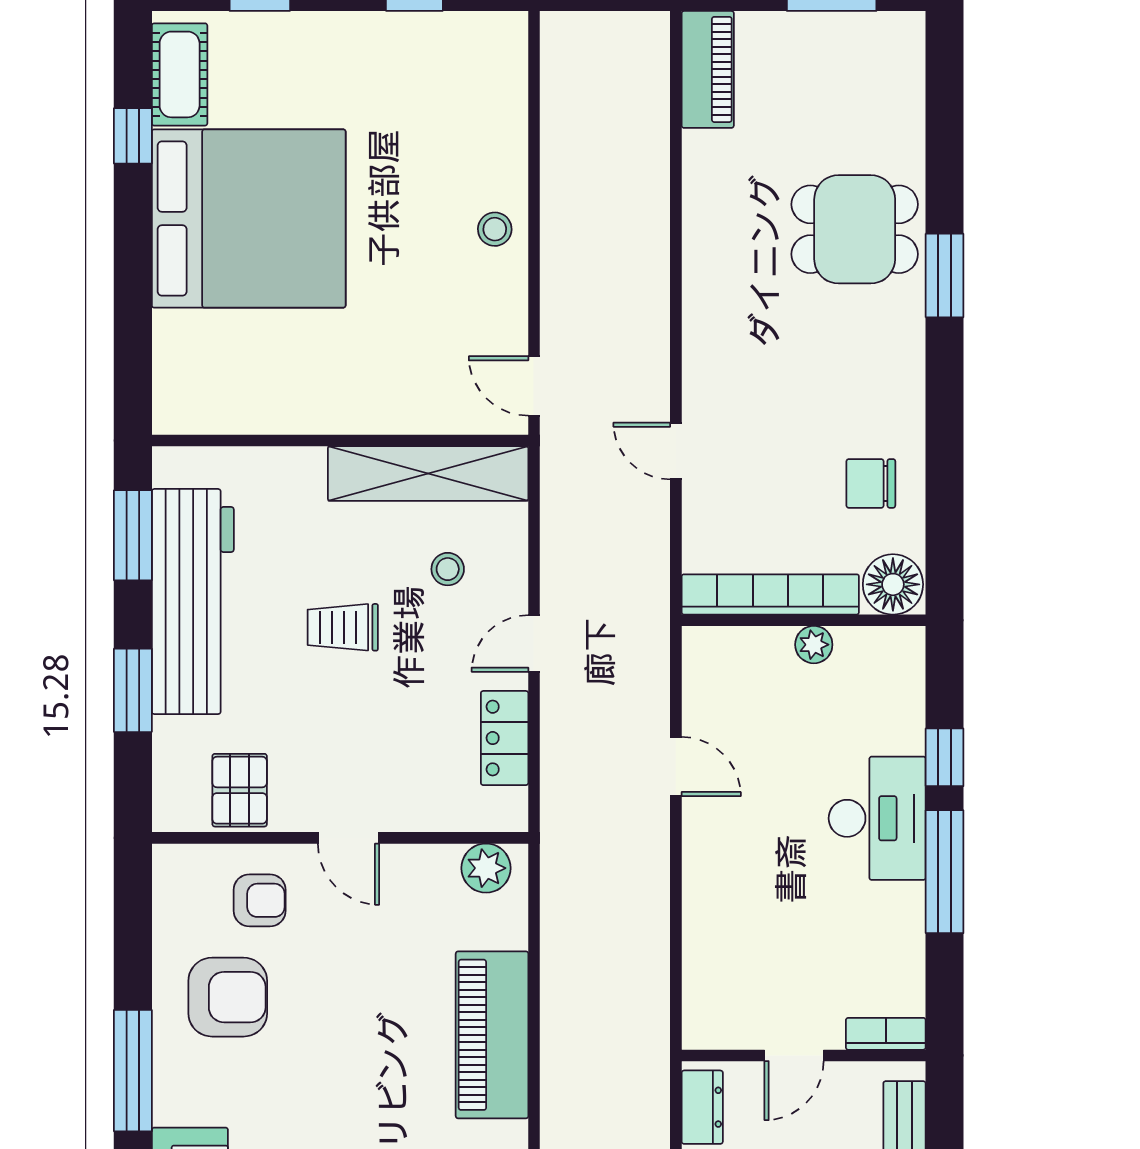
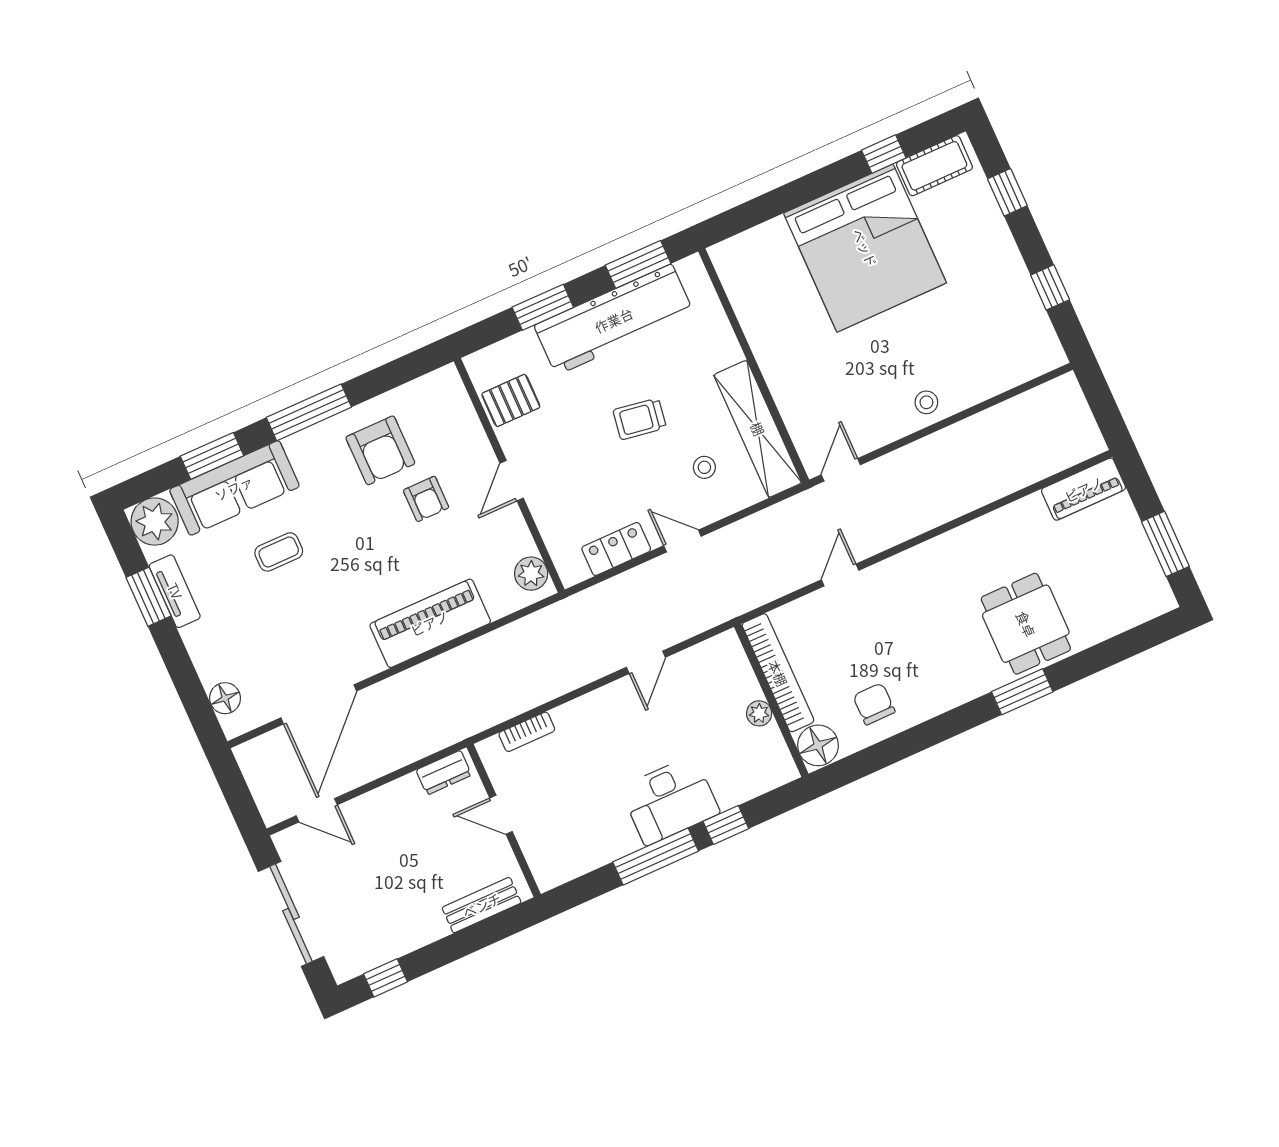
trolley: (343, 627) -> (640, 419), turned -81
armchair: (260, 900) -> (426, 499), moved
bookcase: (886, 1034) -> (527, 732), moved, turned 90

